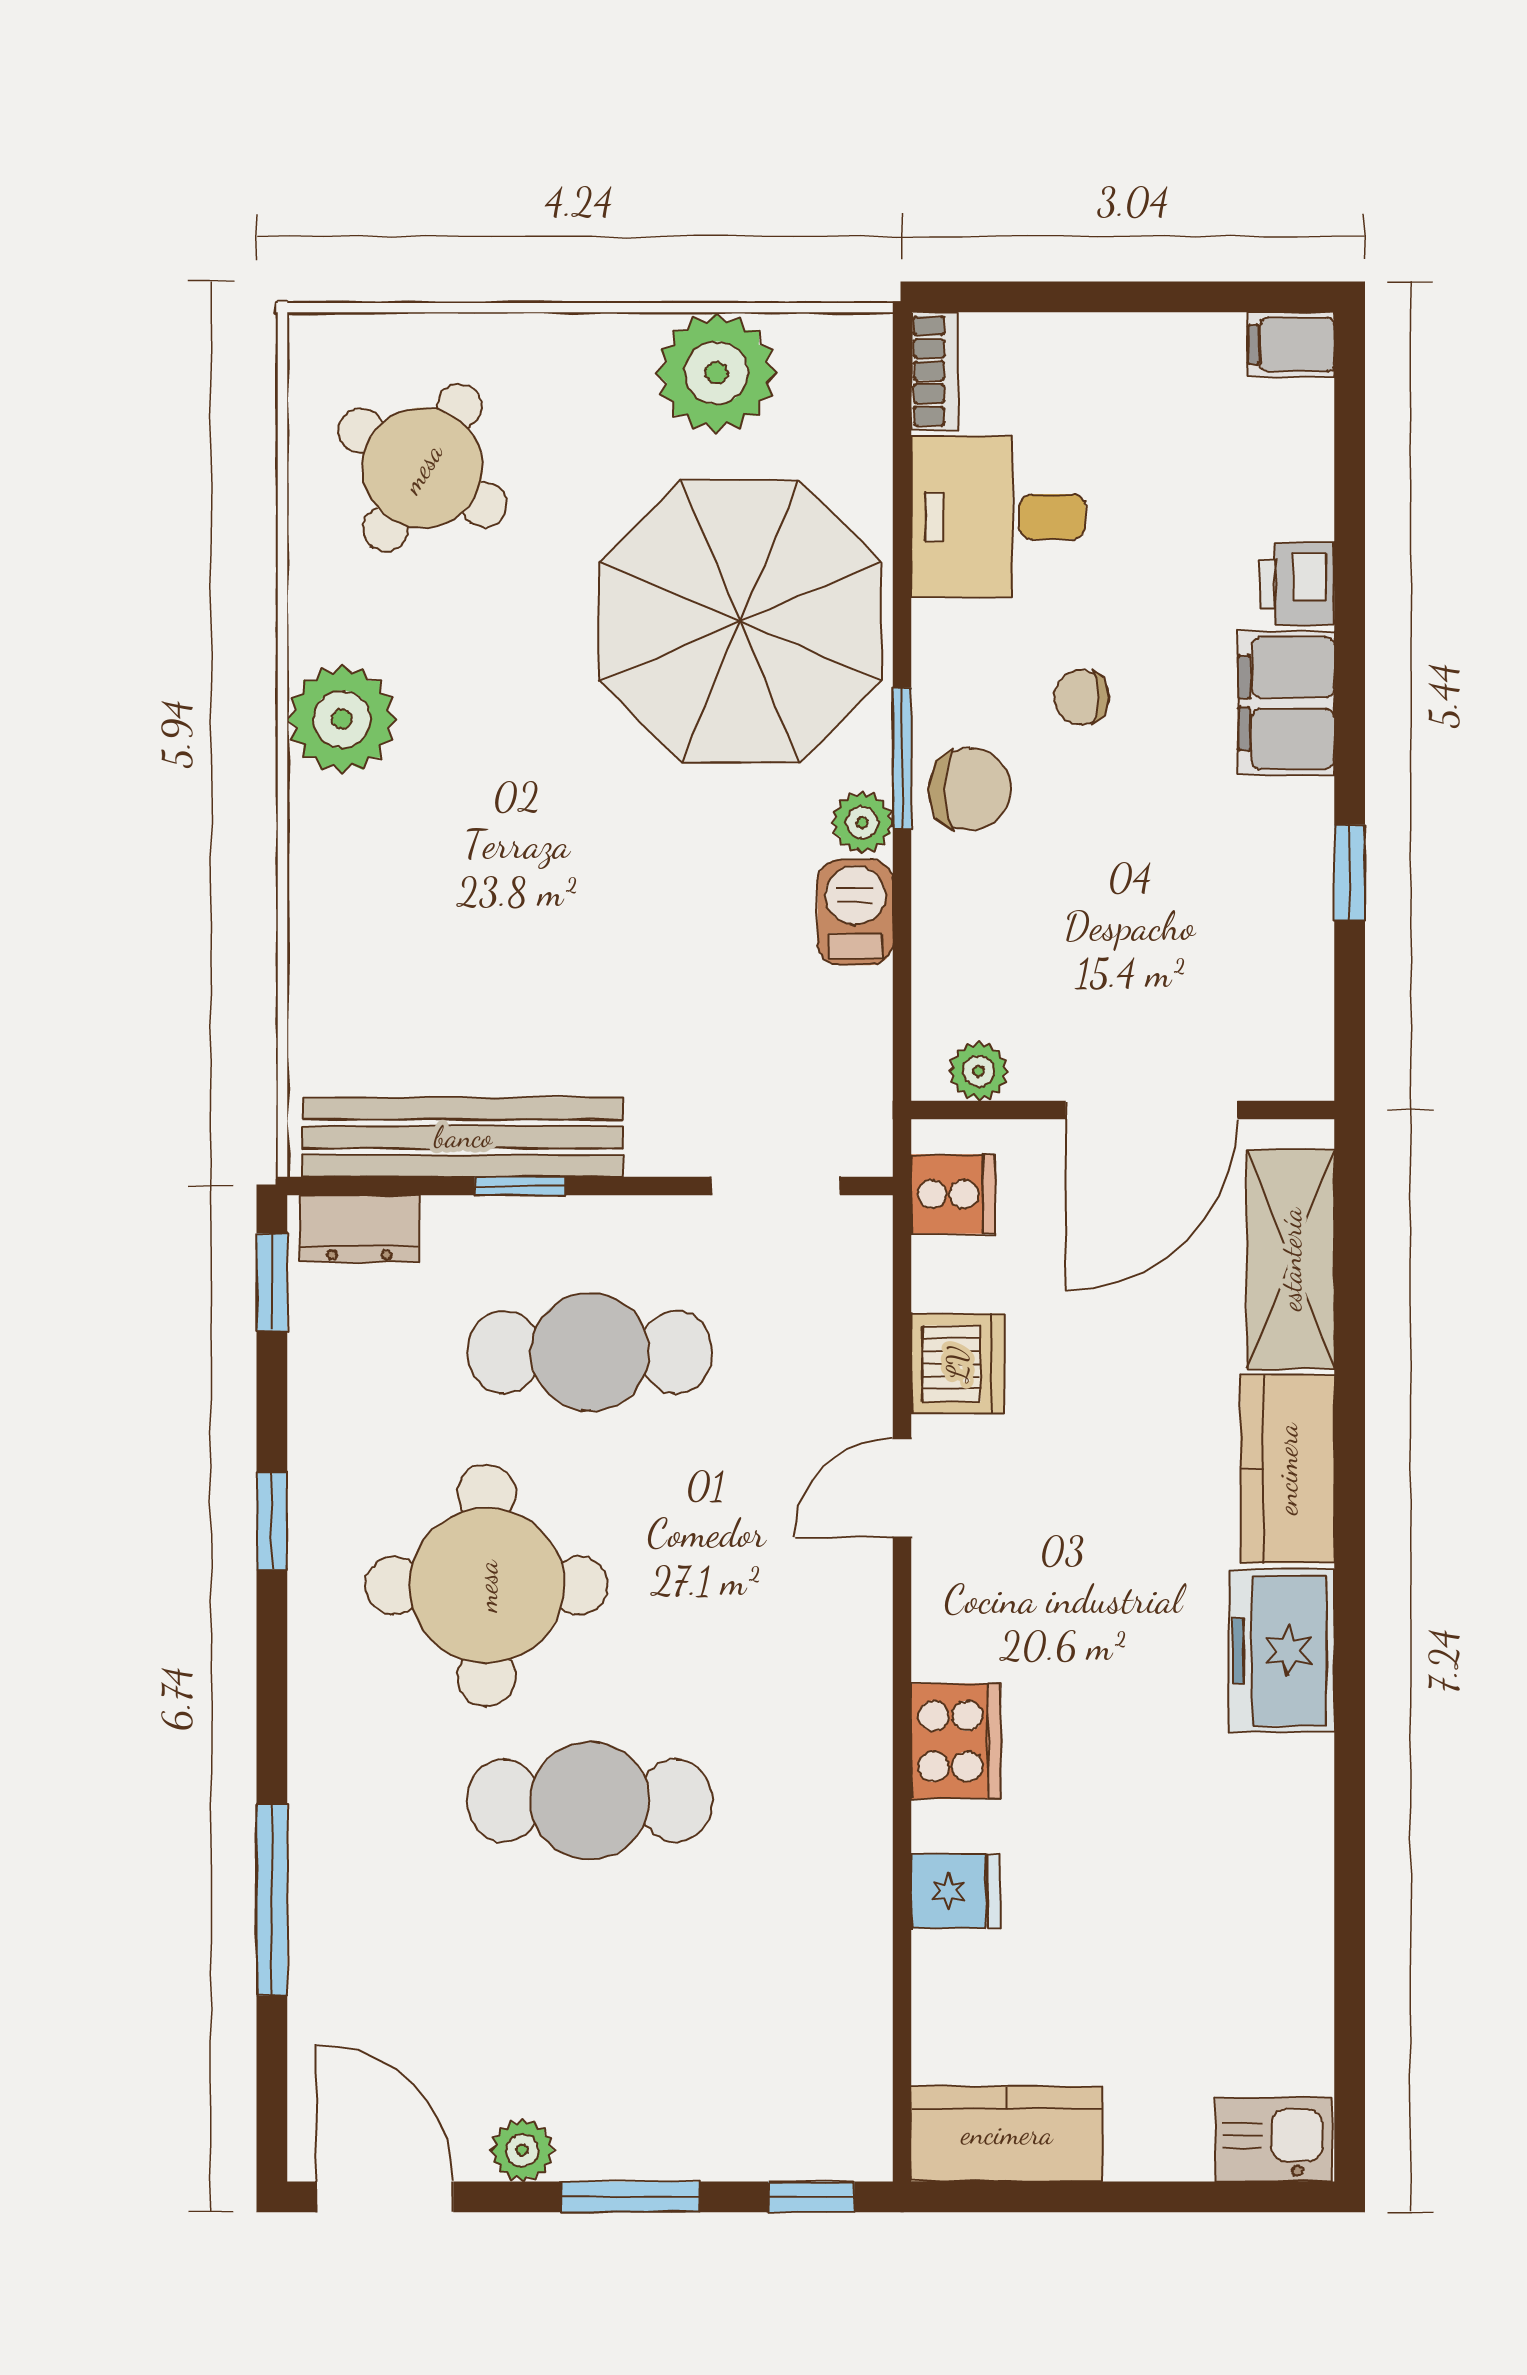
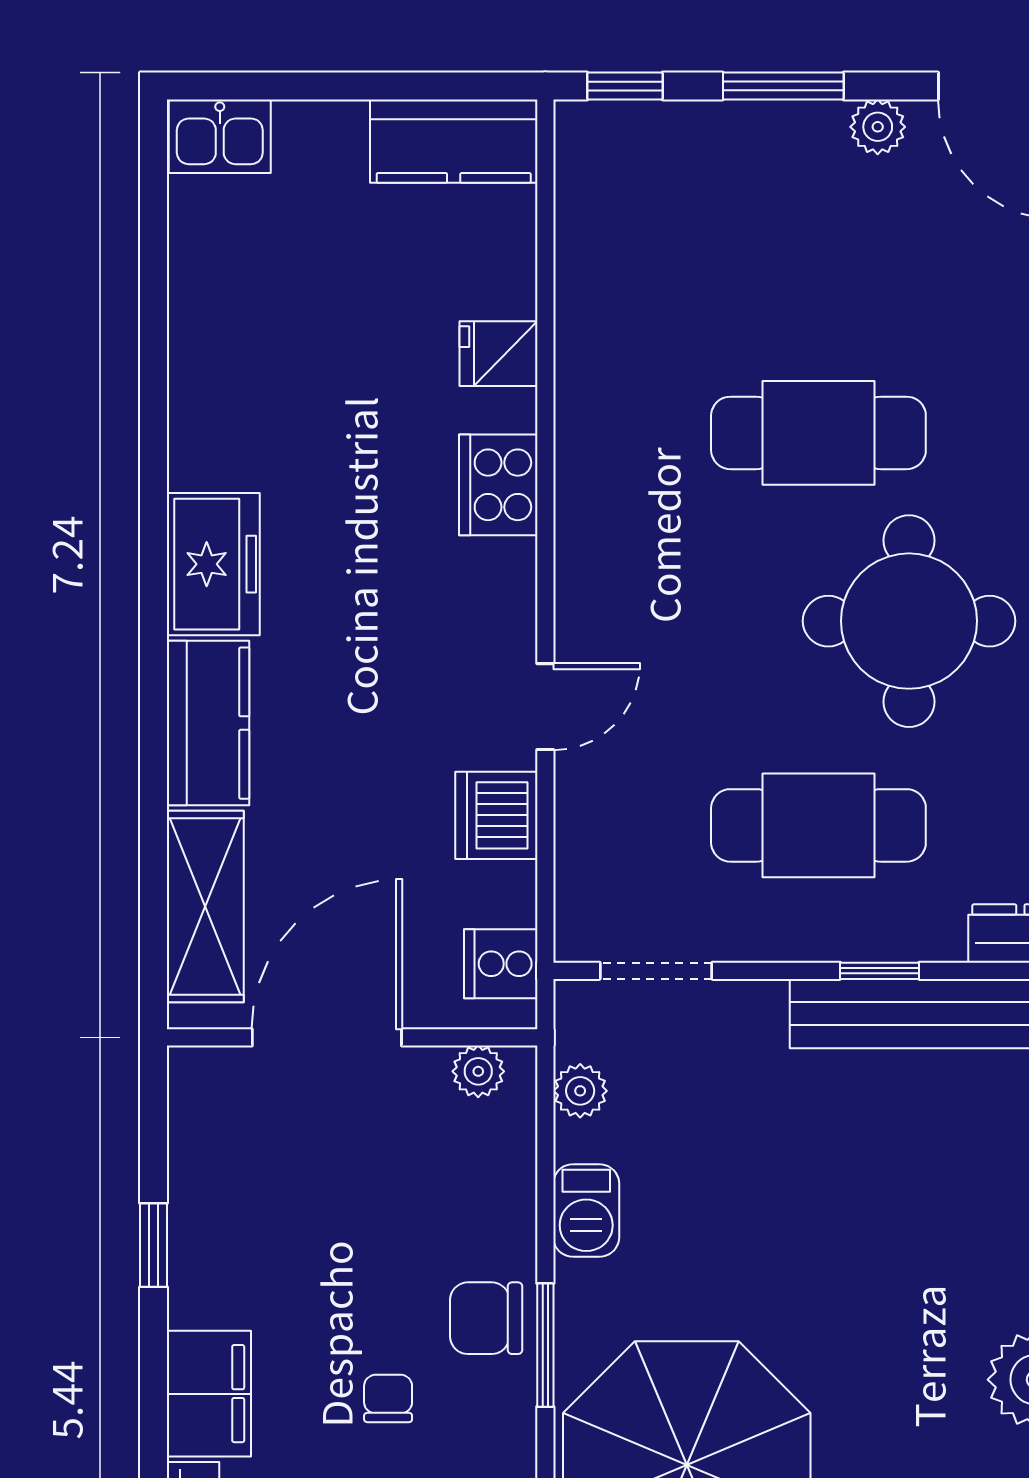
chair: (1082, 697) -> (388, 1398), turned -90
plant: (862, 822) -> (580, 1091), moved

